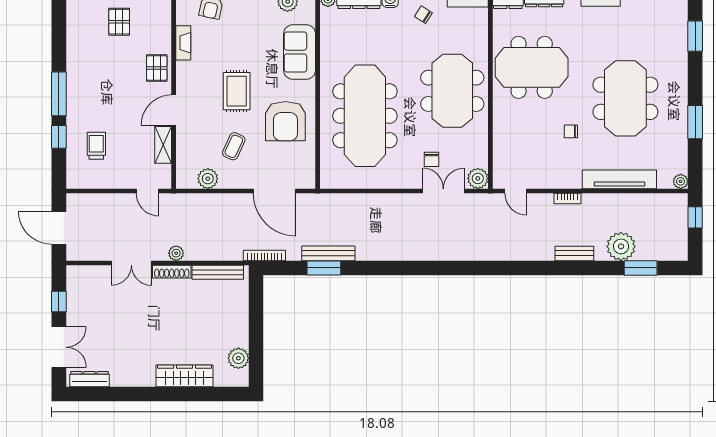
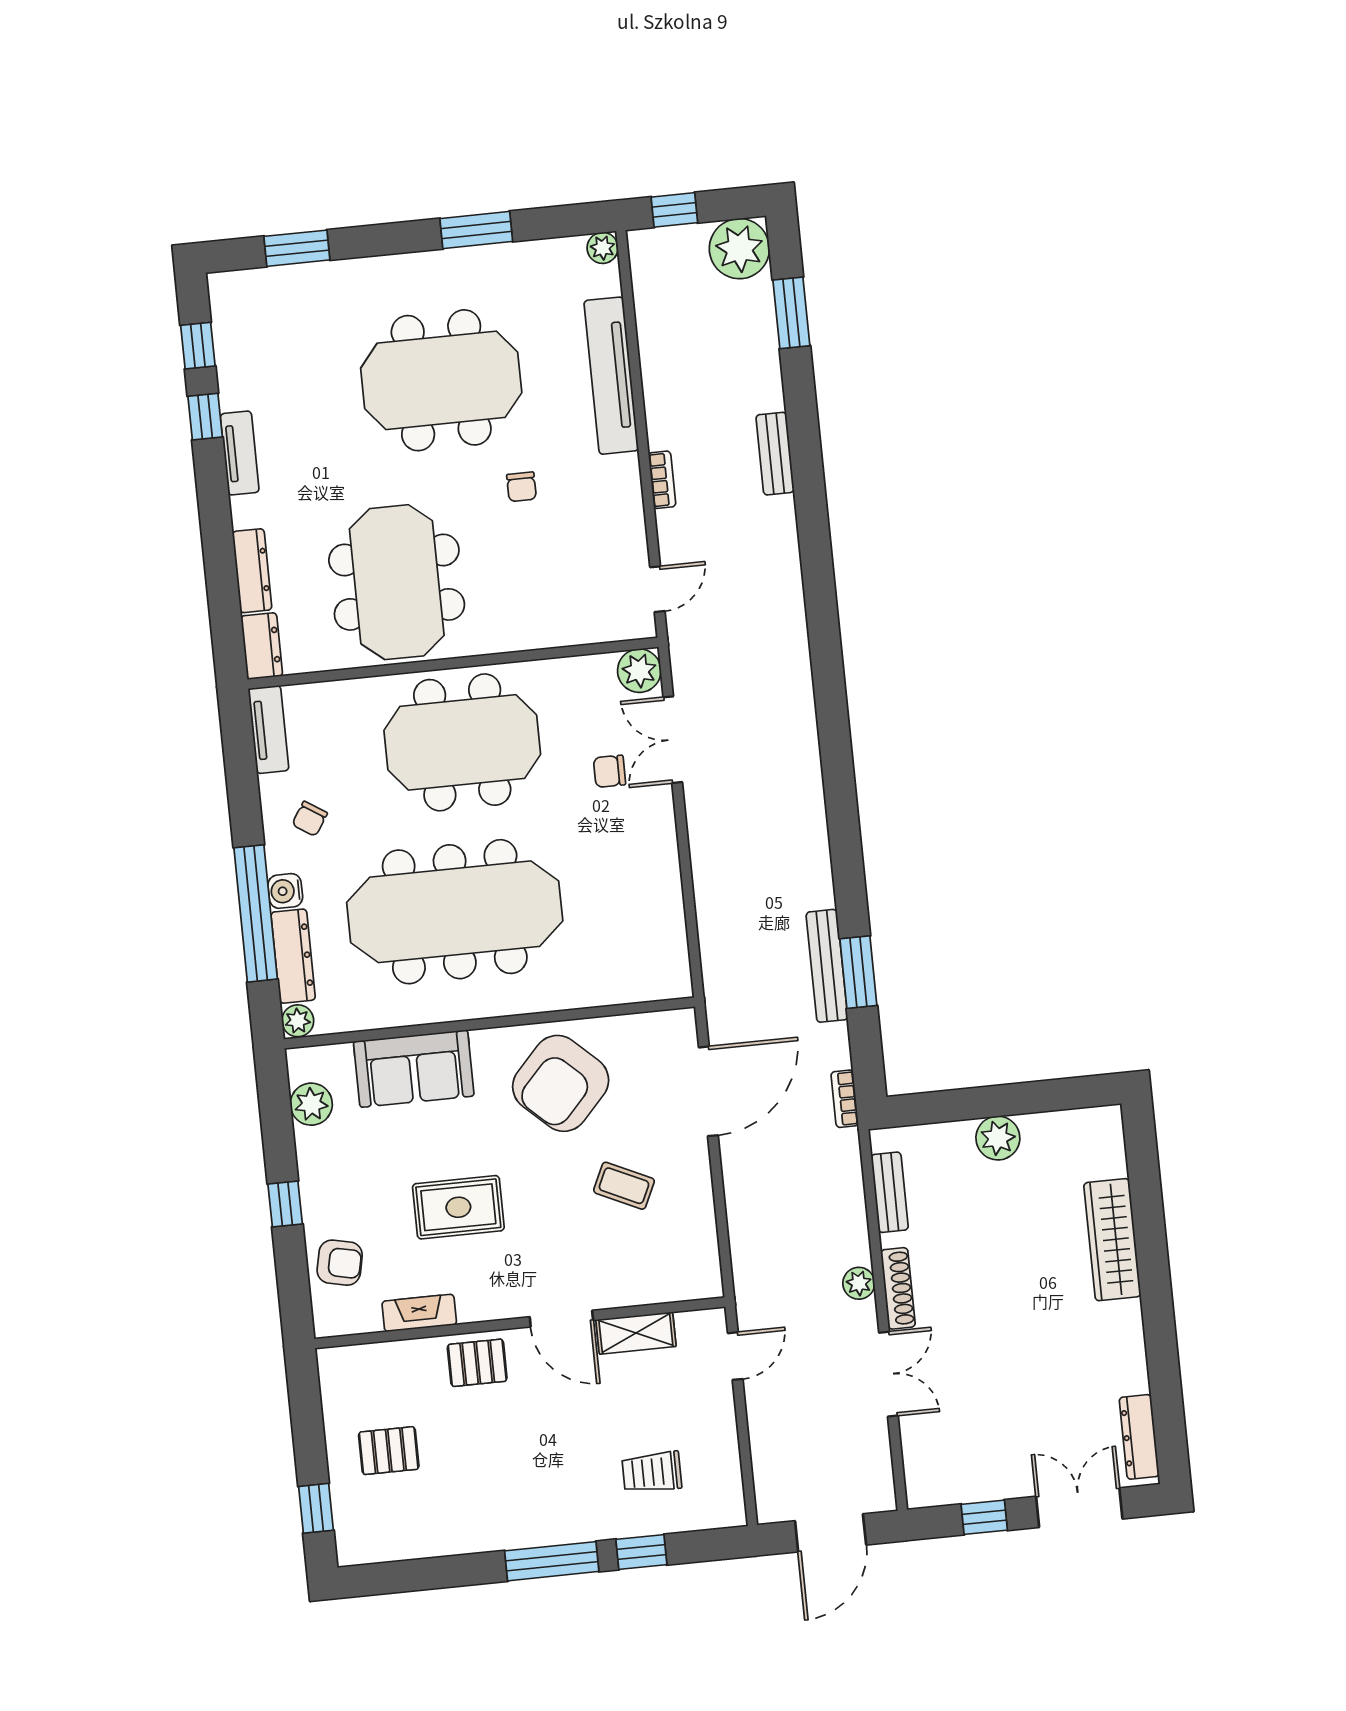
rug: (237, 91) -> (458, 1207), moved
meeting table: (365, 116) -> (455, 912), moved
armchair: (285, 121) -> (561, 1083), turned 133
chair: (431, 159) -> (609, 771), turned 180
plant: (208, 179) -> (697, 1233), removed
plant: (621, 246) -> (739, 249), moved
bookcase: (264, 255) -> (845, 1099), width x0.64
bench: (218, 272) -> (890, 1192), width x0.73
plant: (238, 358) -> (998, 1138), moved

